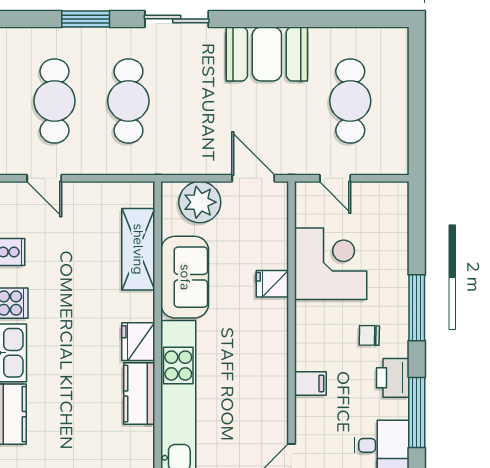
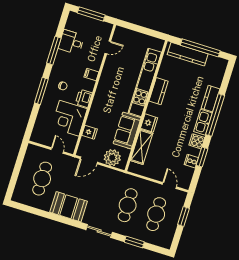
door: (253, 178) -> (89, 160), hinge flipped
fridge: (272, 284) -> (90, 132), moved
fridge: (138, 342) -> (149, 123), moved
printer: (393, 378) -> (84, 98), moved, turned 180

